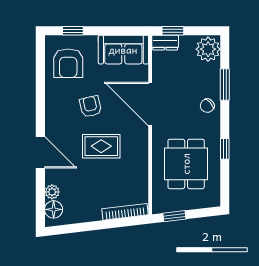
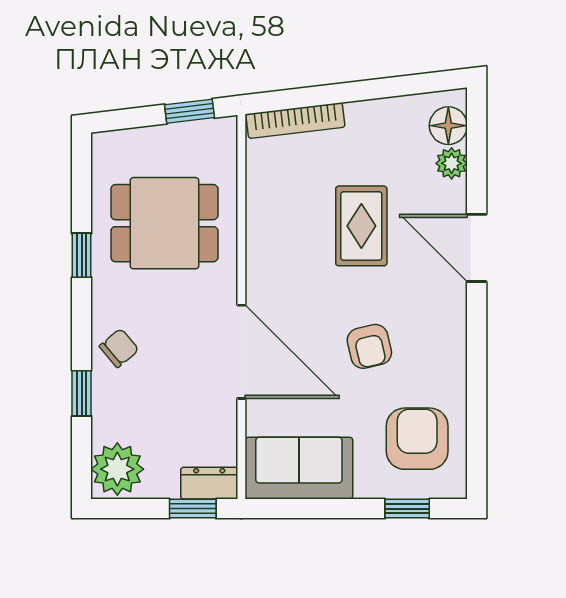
window: (225, 85) -> (82, 393), width x0.67
rug: (101, 146) -> (361, 226), moved, turned 90
dining table: (186, 164) -> (164, 223), turned 90

